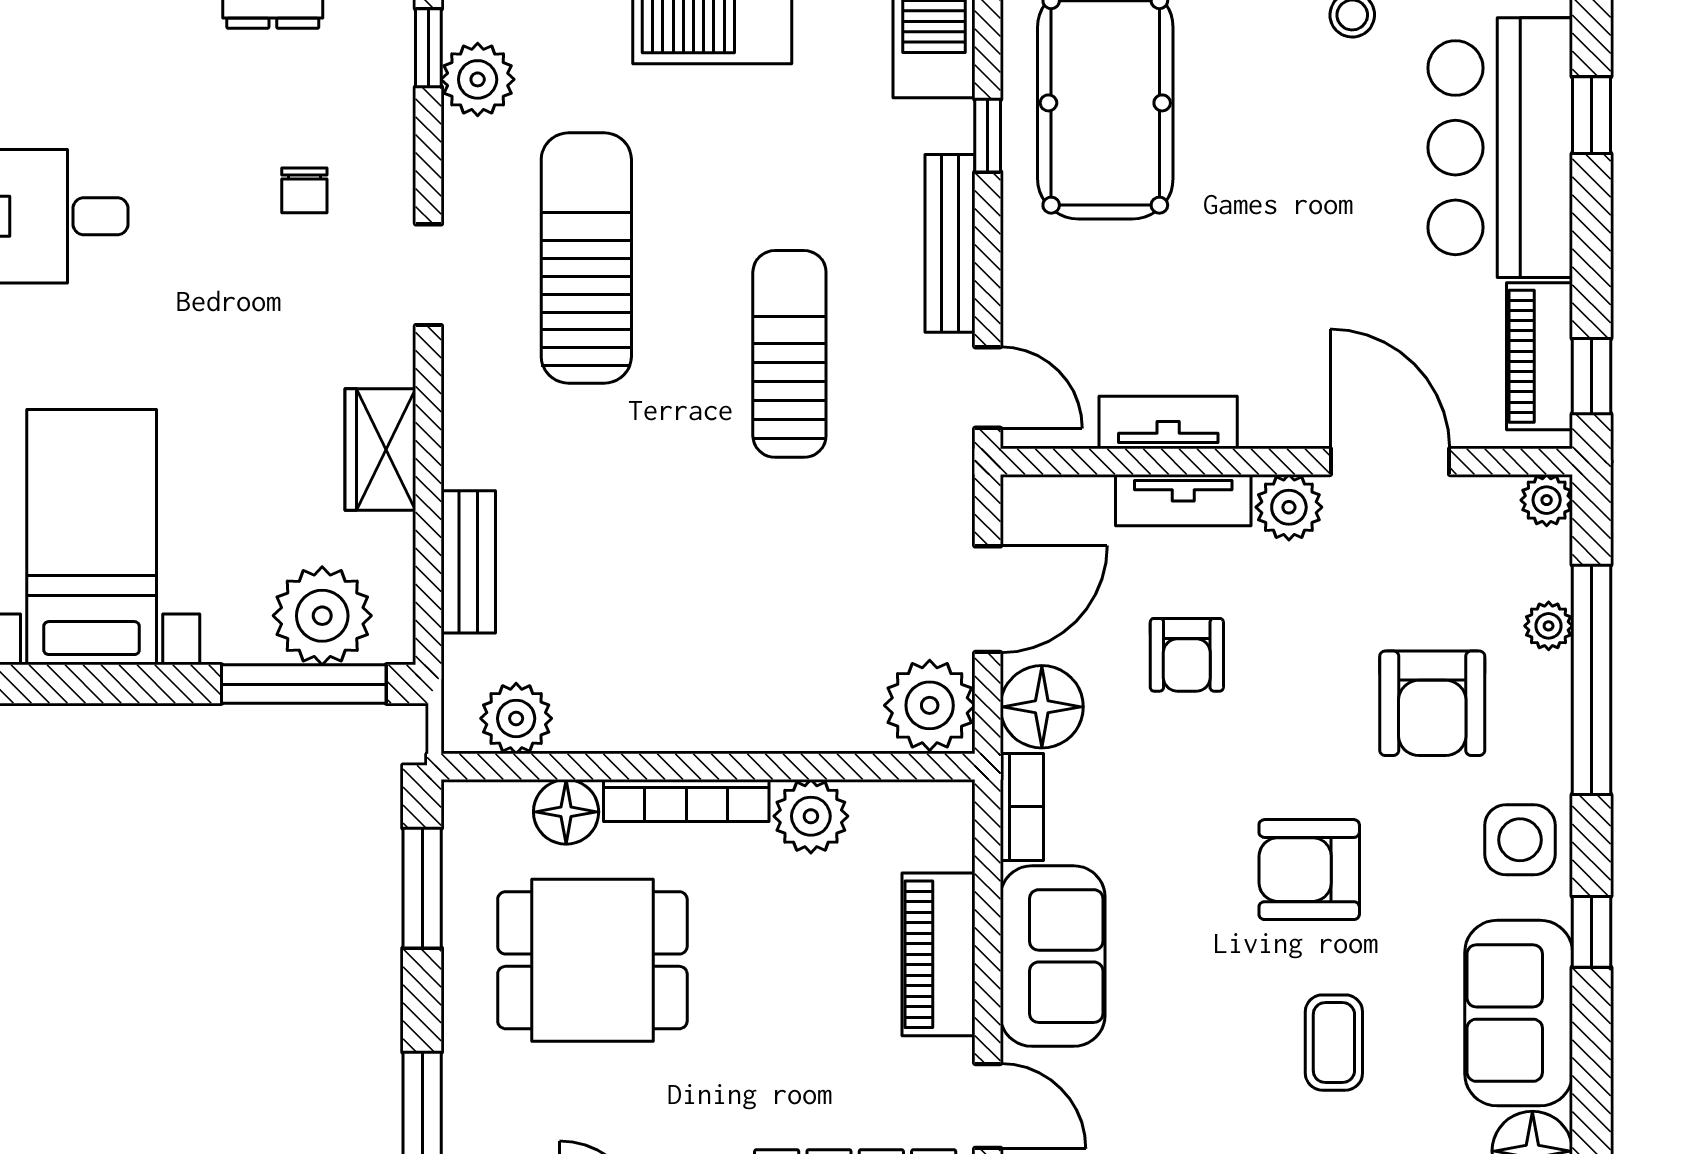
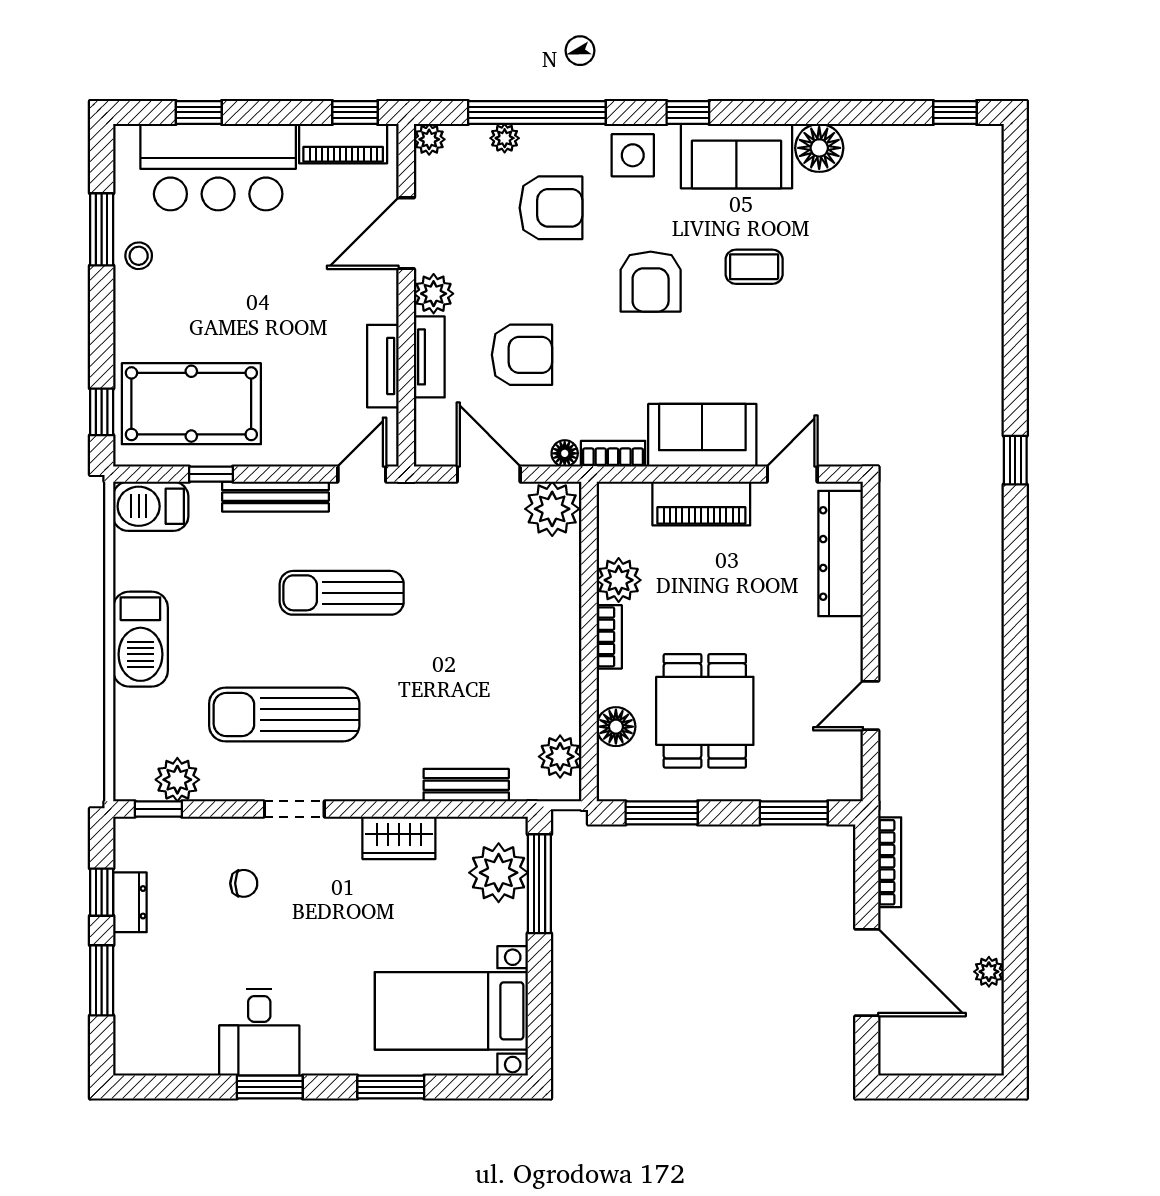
armchair: (1187, 655) -> (522, 355), width x1.38, depth x1.38
floor lamp: (1042, 707) -> (565, 453), width x0.53, depth x0.53
bookcase: (686, 800) -> (609, 637), width x0.64

